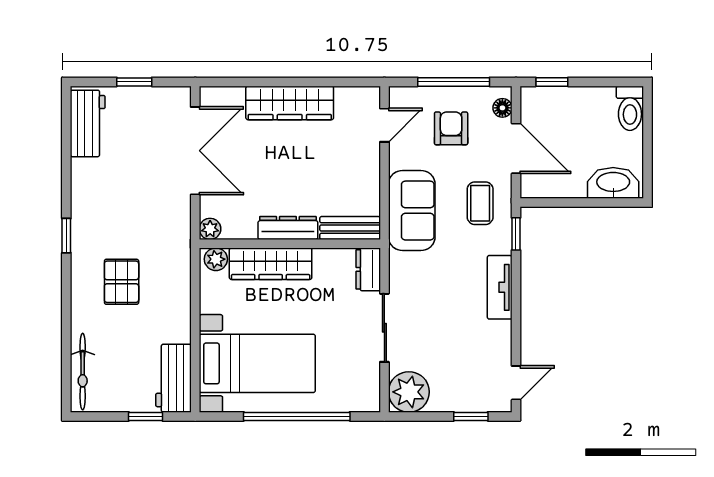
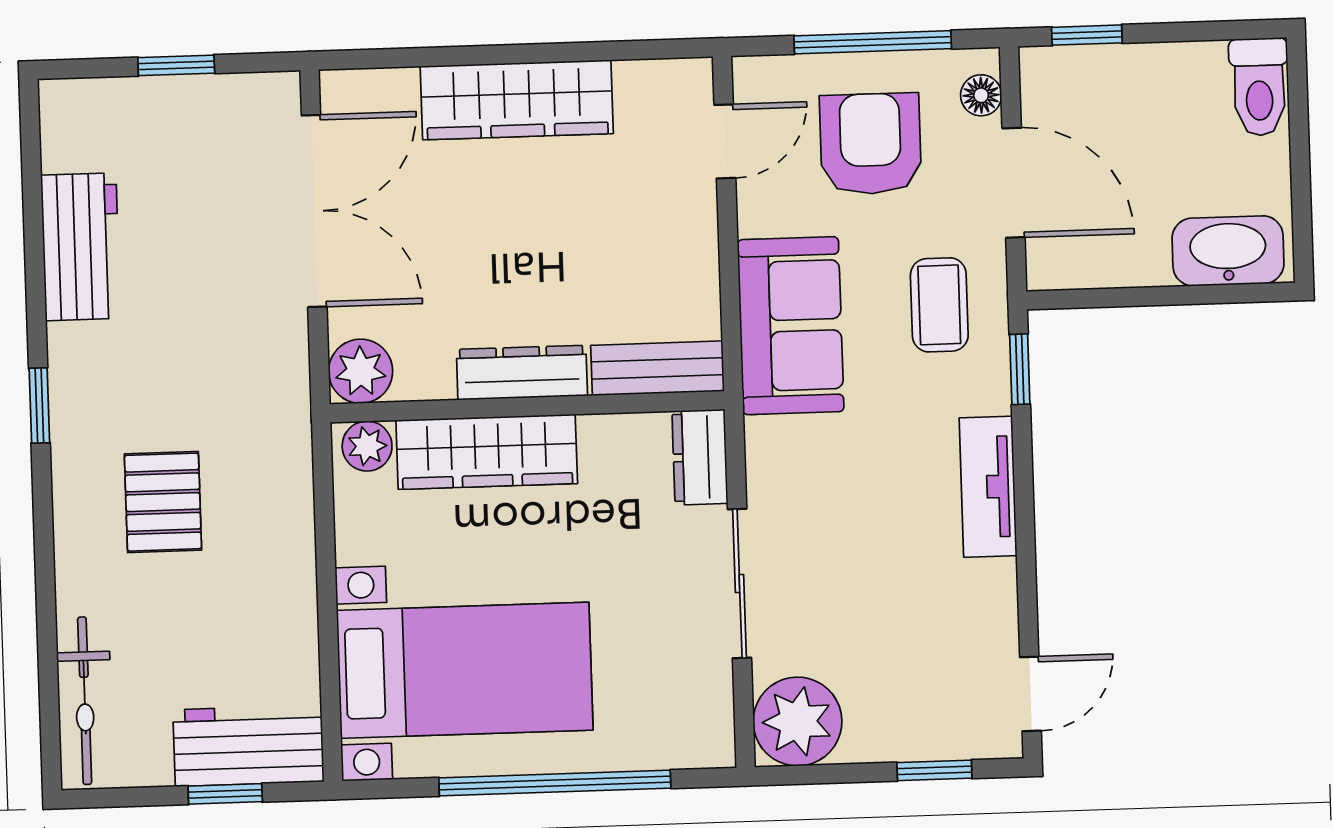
workbench: (88, 123) -> (81, 247), moved
armchair: (451, 128) -> (870, 144), width x1.38, depth x1.38
plant: (210, 229) -> (361, 371), width x1.38, depth x1.38
workbench: (173, 378) -> (248, 746), moved, turned 90

